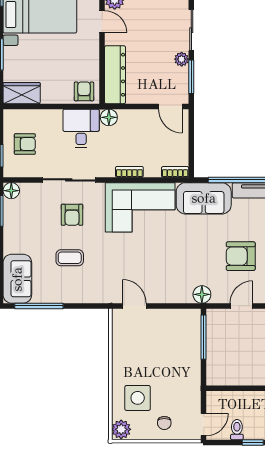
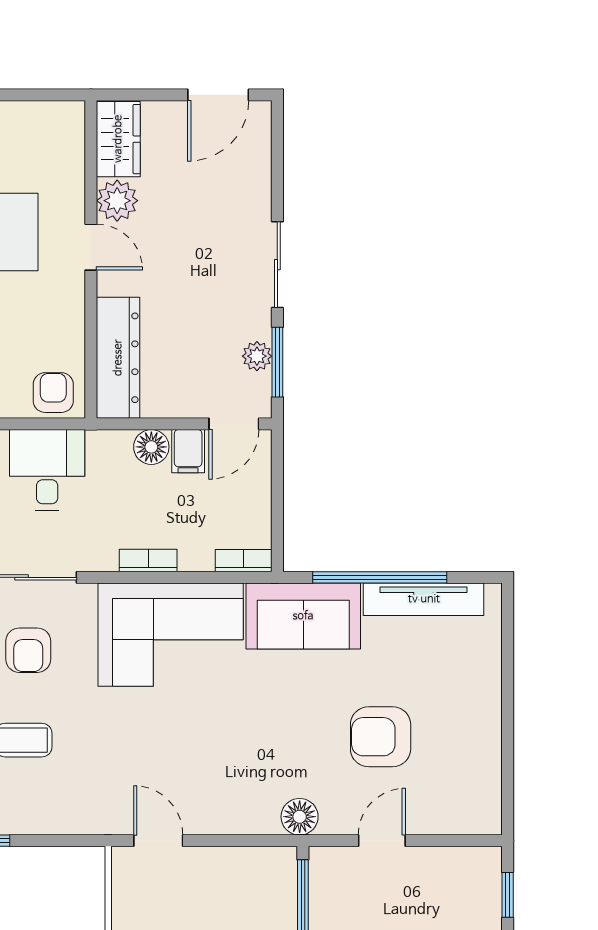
plant: (182, 59) -> (257, 356), moved
door: (170, 106) -> (234, 424), hinge flipped
floor lamp: (109, 117) -> (151, 447), moved
filing cabinet: (149, 119) -> (188, 451), added

